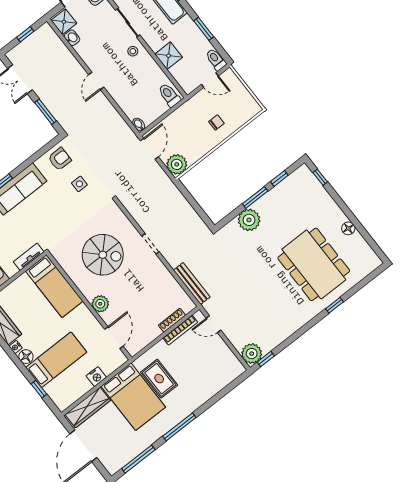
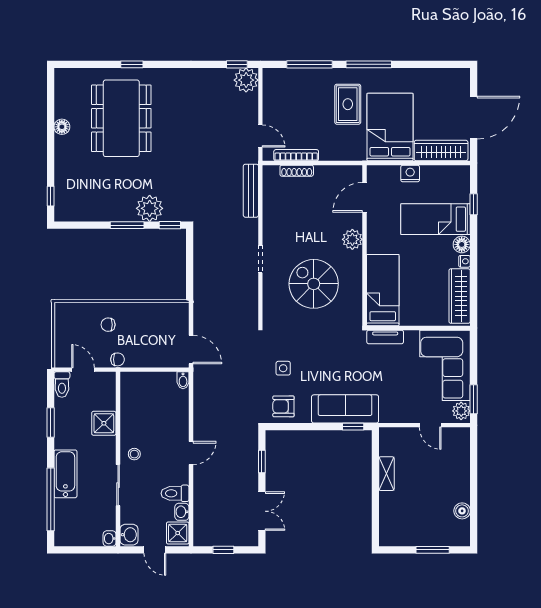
toilet: (169, 95) -> (175, 493), moved, turned 90
chair: (192, 105) -> (118, 359), added
window: (45, 112) -> (262, 461), width x0.67
door: (149, 149) -> (191, 350), swing flipped
plant: (177, 164) -> (177, 314), removed
window: (279, 178) -> (170, 225), moved
rug: (159, 379) -> (348, 104), moved
window: (138, 459) -> (309, 64), moved

